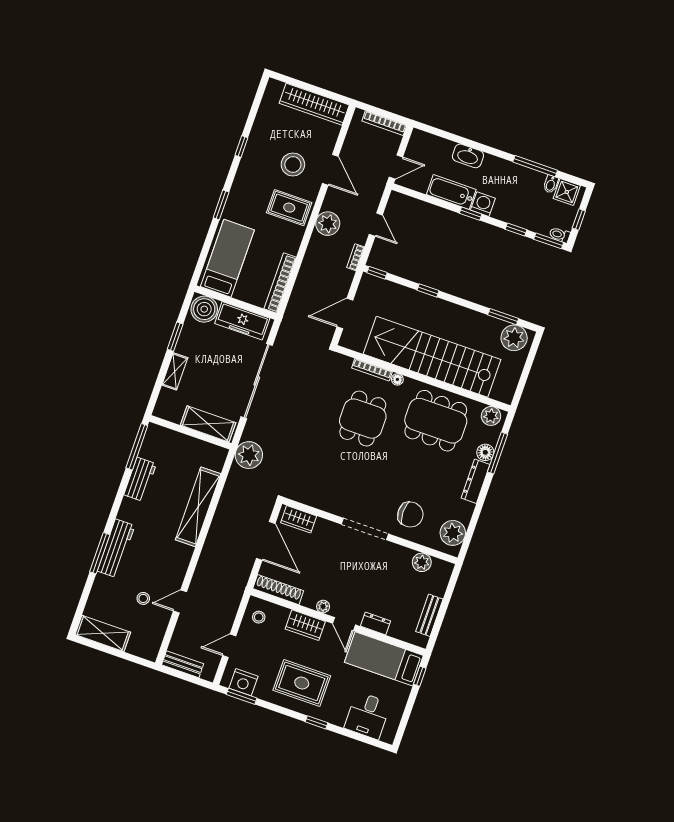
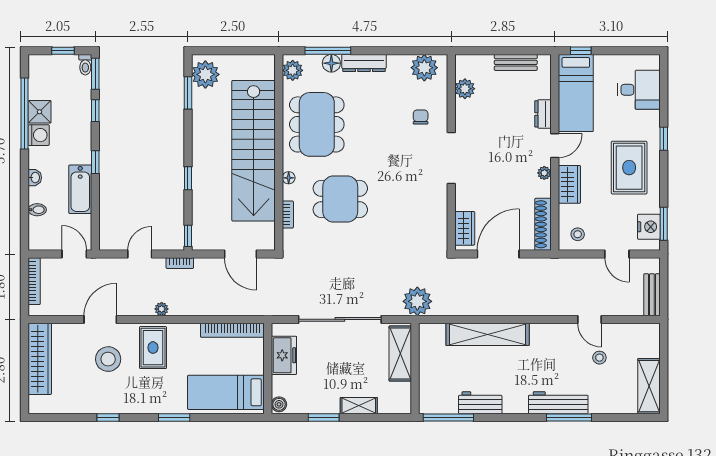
washbasin: (468, 156) -> (35, 178), width x0.52, depth x0.69
window: (535, 166) -> (24, 114), width x1.46
bidet: (551, 184) -> (37, 210), moved
shower: (567, 192) -> (39, 112), moved
washing machine: (483, 204) -> (39, 135), moved, turned 180
plant: (328, 224) -> (162, 309), width x0.53, depth x0.53
boiler: (204, 309) -> (279, 404), width x0.54, depth x0.54
freezer: (242, 321) -> (284, 355), width x0.71
bookcase: (372, 370) -> (288, 214), width x0.64
chair: (410, 515) -> (421, 117), width x0.54, depth x0.54

